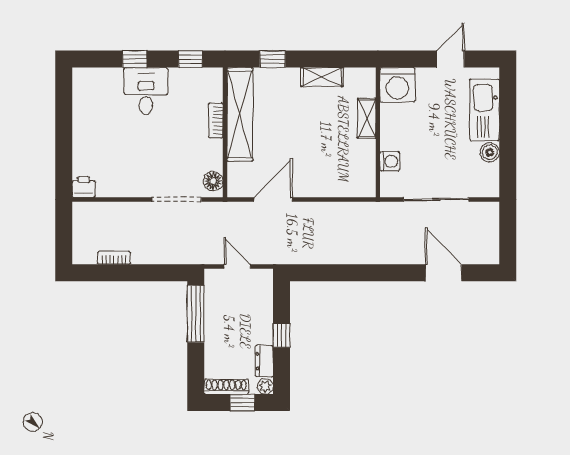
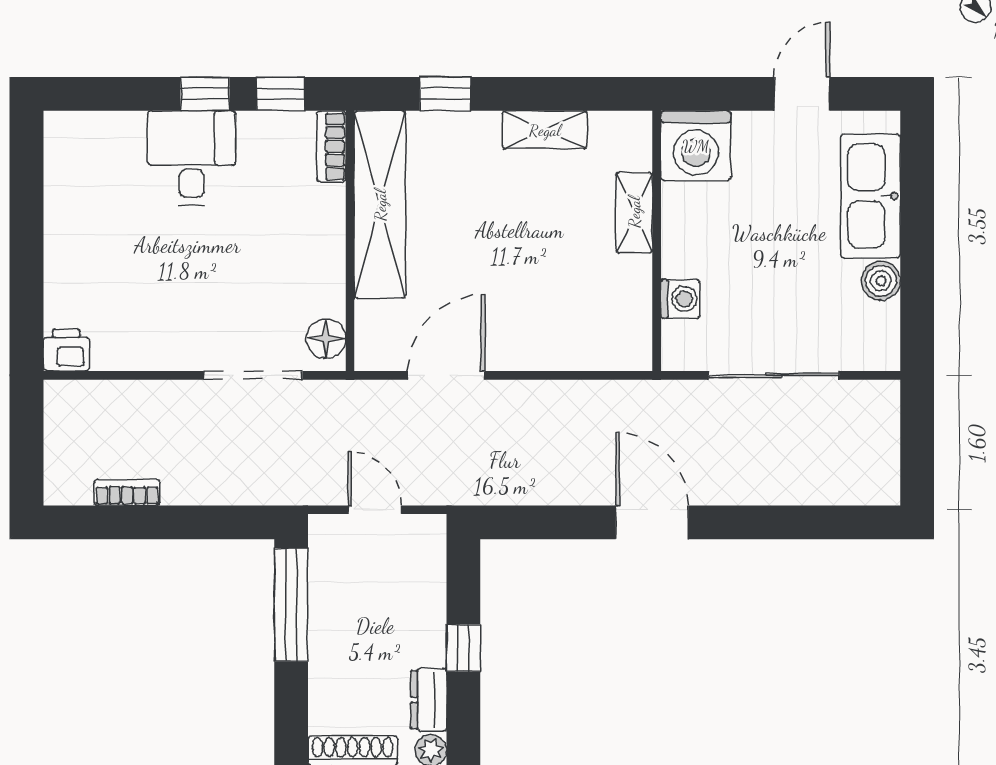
window: (135, 59) -> (205, 94), moved
bookcase: (216, 120) -> (331, 146), moved
door: (443, 273) -> (652, 522), moved

